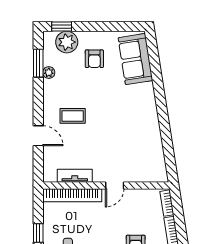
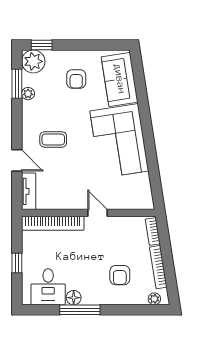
plant: (67, 42) -> (33, 61), moved
corner sofa: (135, 117) -> (119, 141), added
tv unit: (75, 176) -> (29, 191), moved, turned 90
door: (115, 186) -> (98, 213), swing flipped

